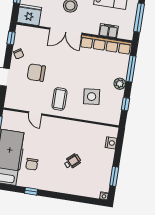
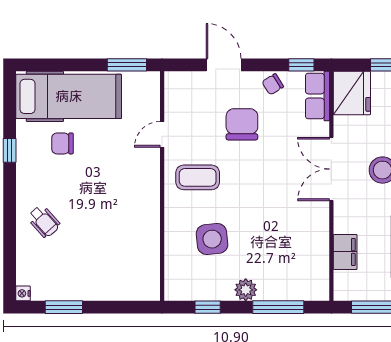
row of seats: (106, 45) -> (317, 96), moved, width x0.50
nightstand: (111, 143) -> (128, 291), removed
wheelchair: (72, 161) -> (44, 221), moved

